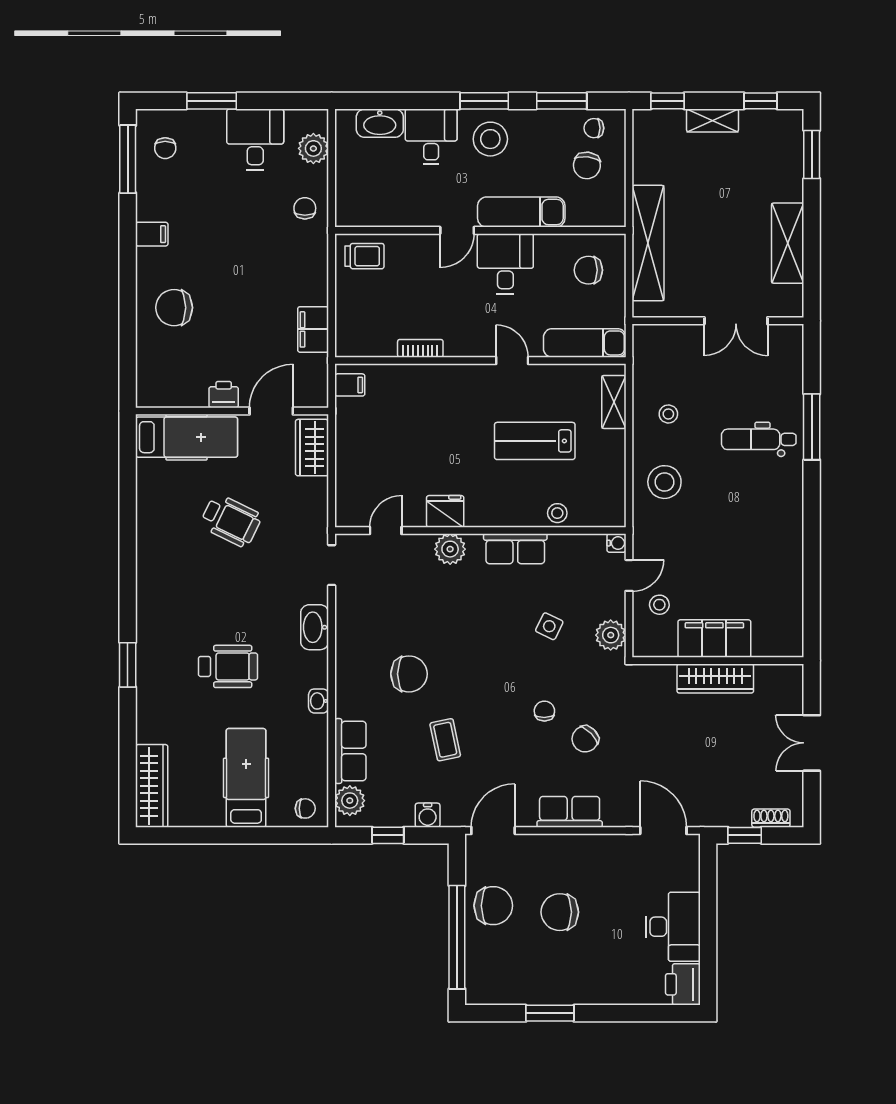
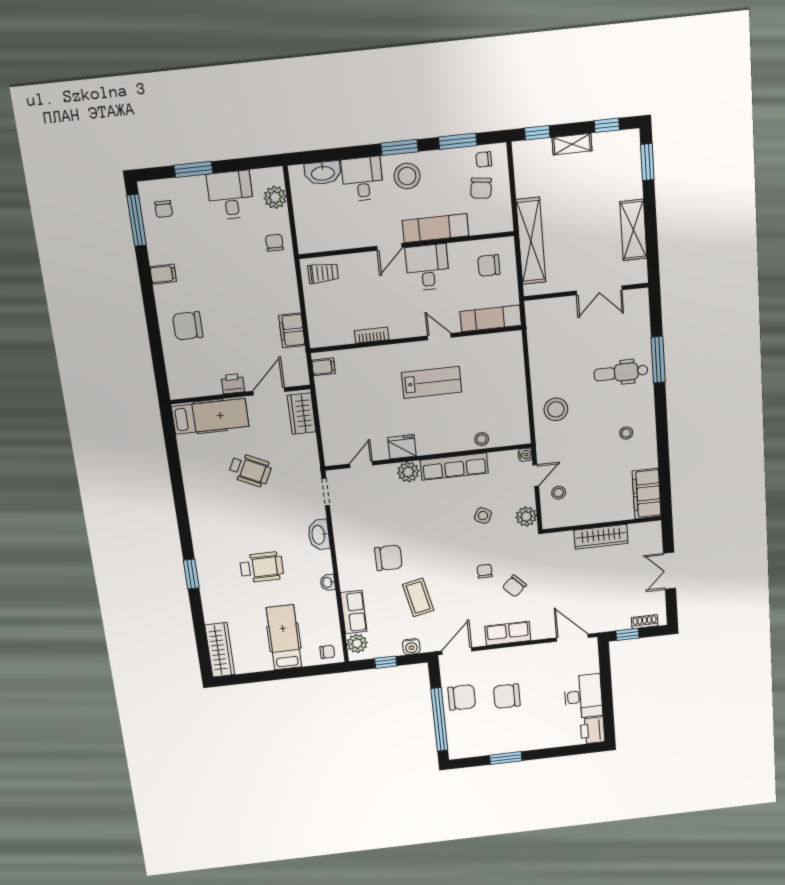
shelving: (614, 402) -> (515, 358), removed
stool: (668, 414) -> (626, 433), moved
lab bench: (535, 441) -> (432, 382), moved, turned 180
row of seats: (515, 549) -> (454, 467), width x1.48
filing cabinet: (714, 639) -> (647, 494), moved, turned -90
coffee table: (445, 740) -> (418, 597), width x1.36, depth x1.30

